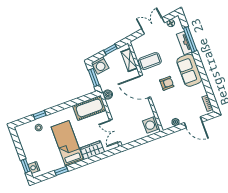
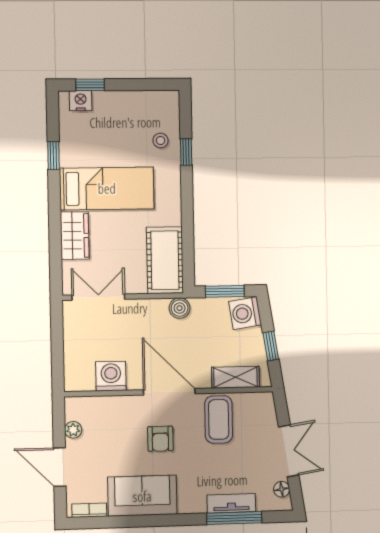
sofa: (189, 70) -> (142, 496), moved
door: (145, 86) -> (169, 392), hinge flipped
door: (193, 122) -> (60, 467), hinge flipped
washing machine: (151, 125) -> (111, 376), moved

